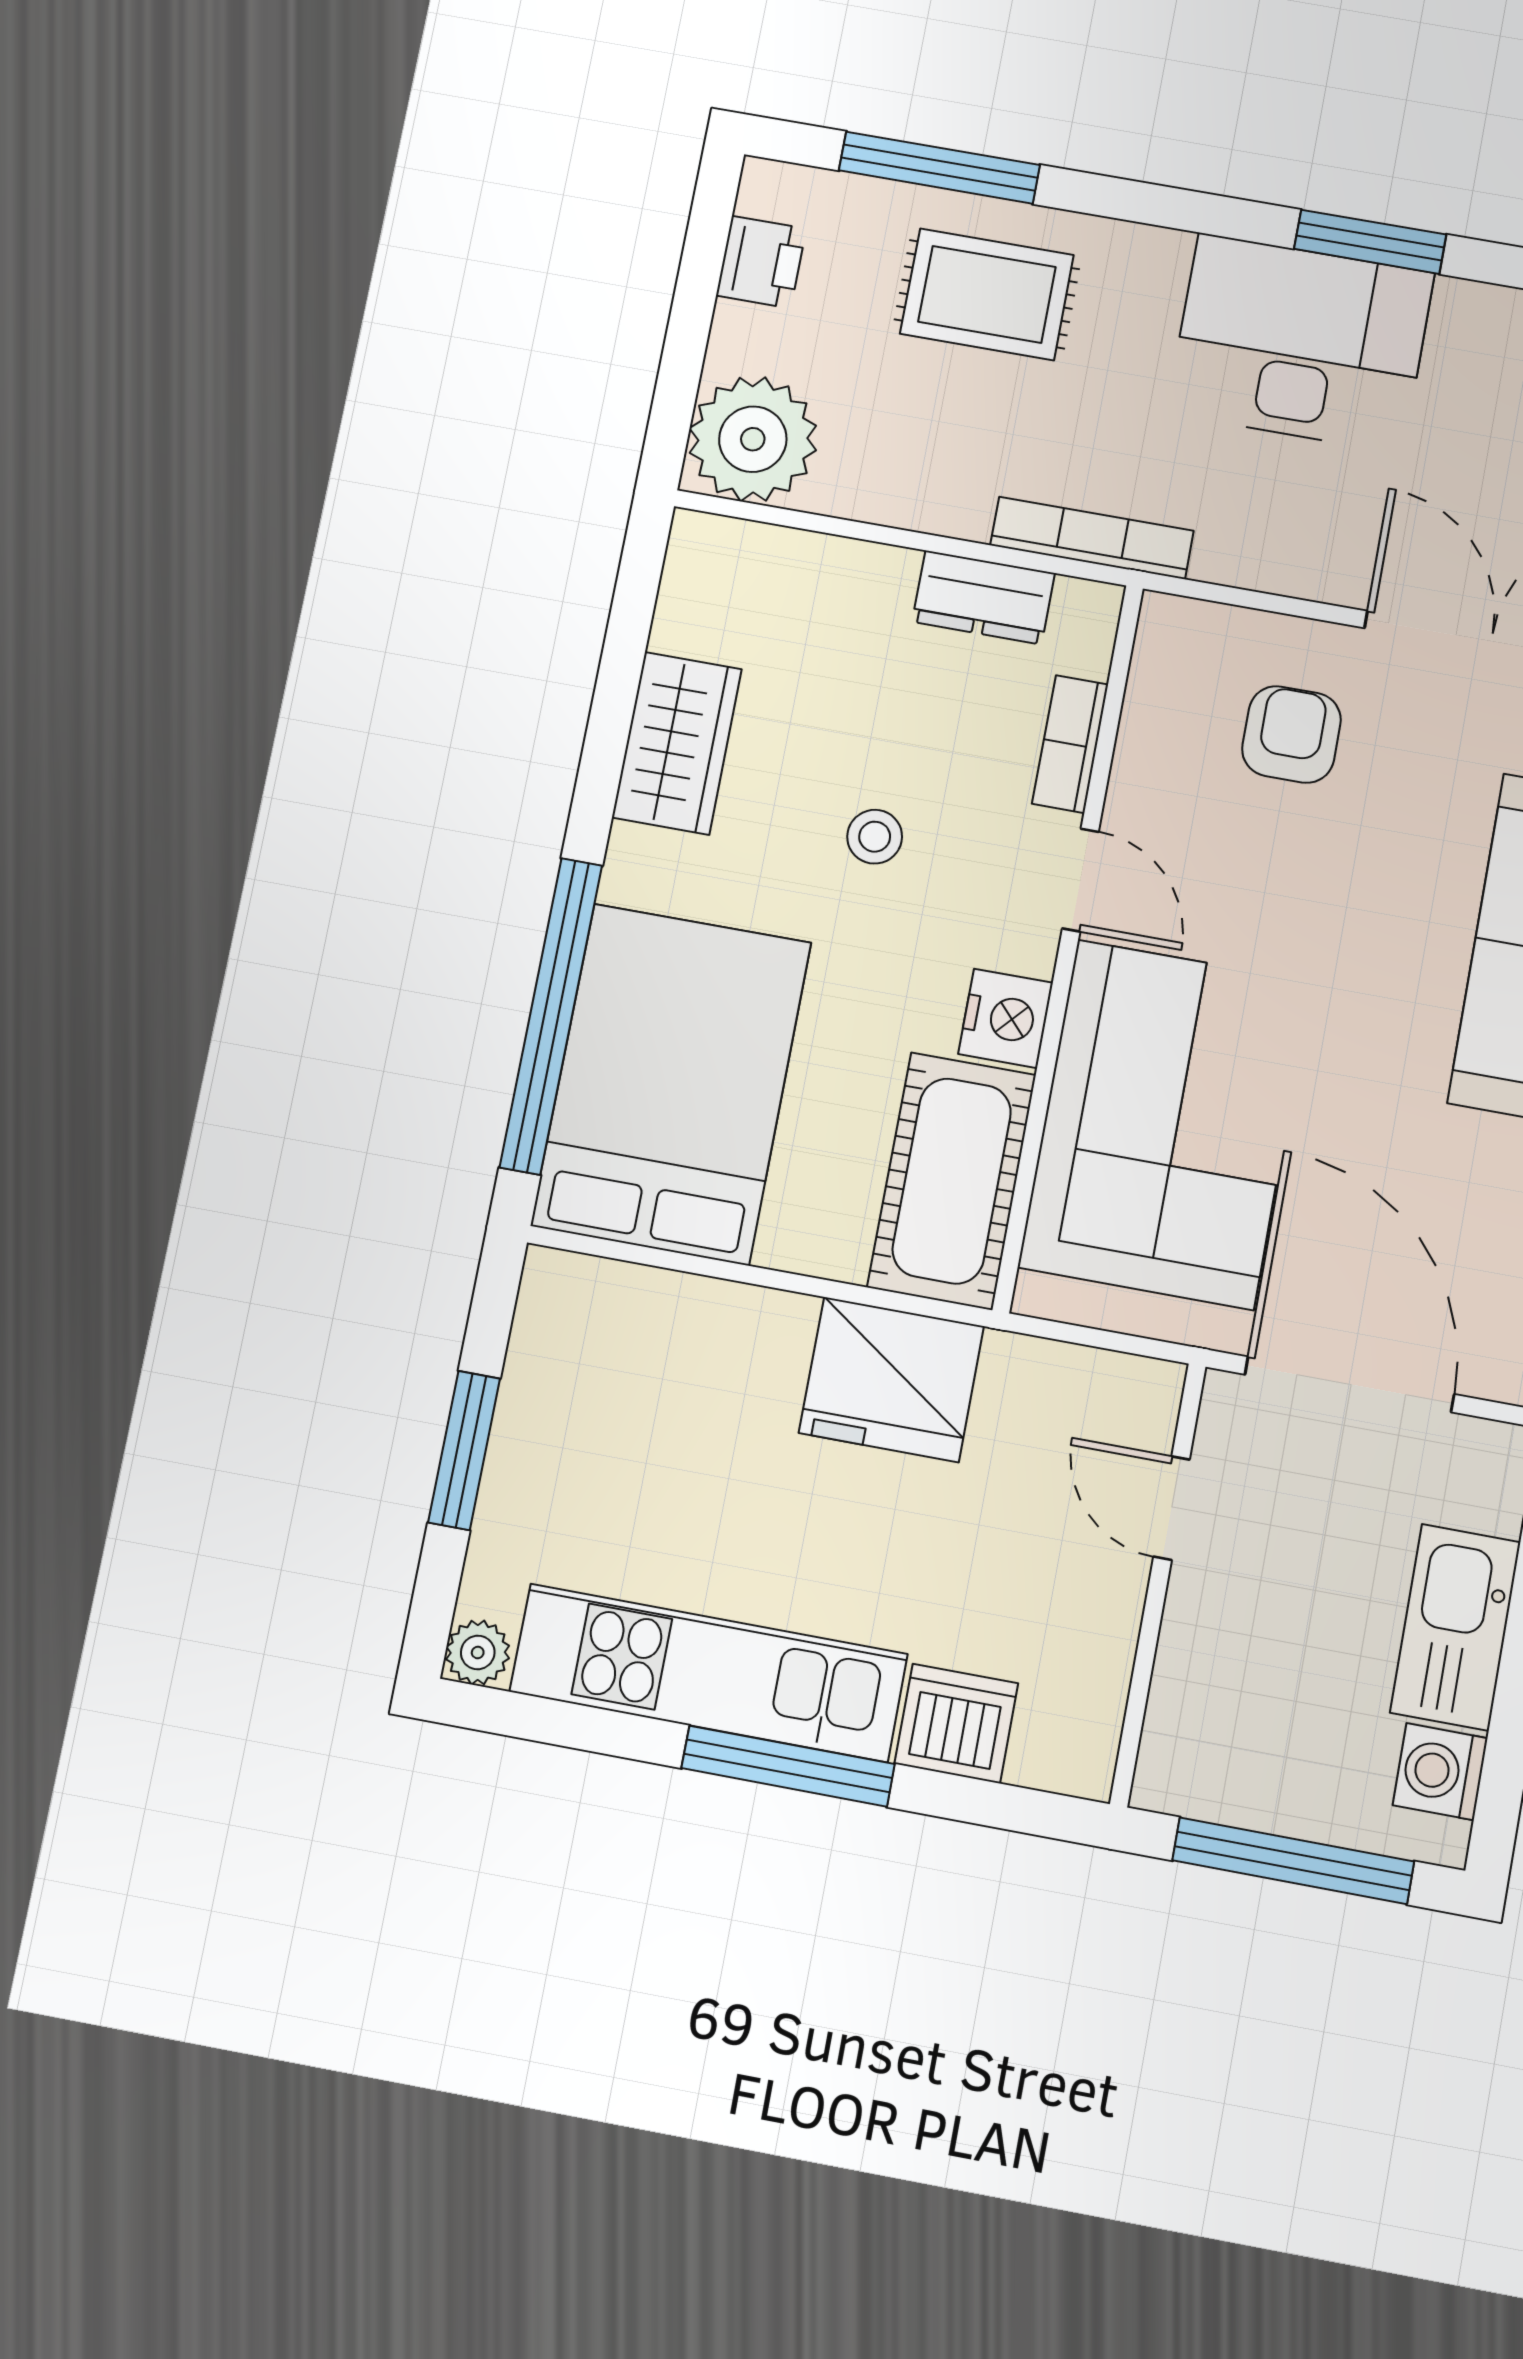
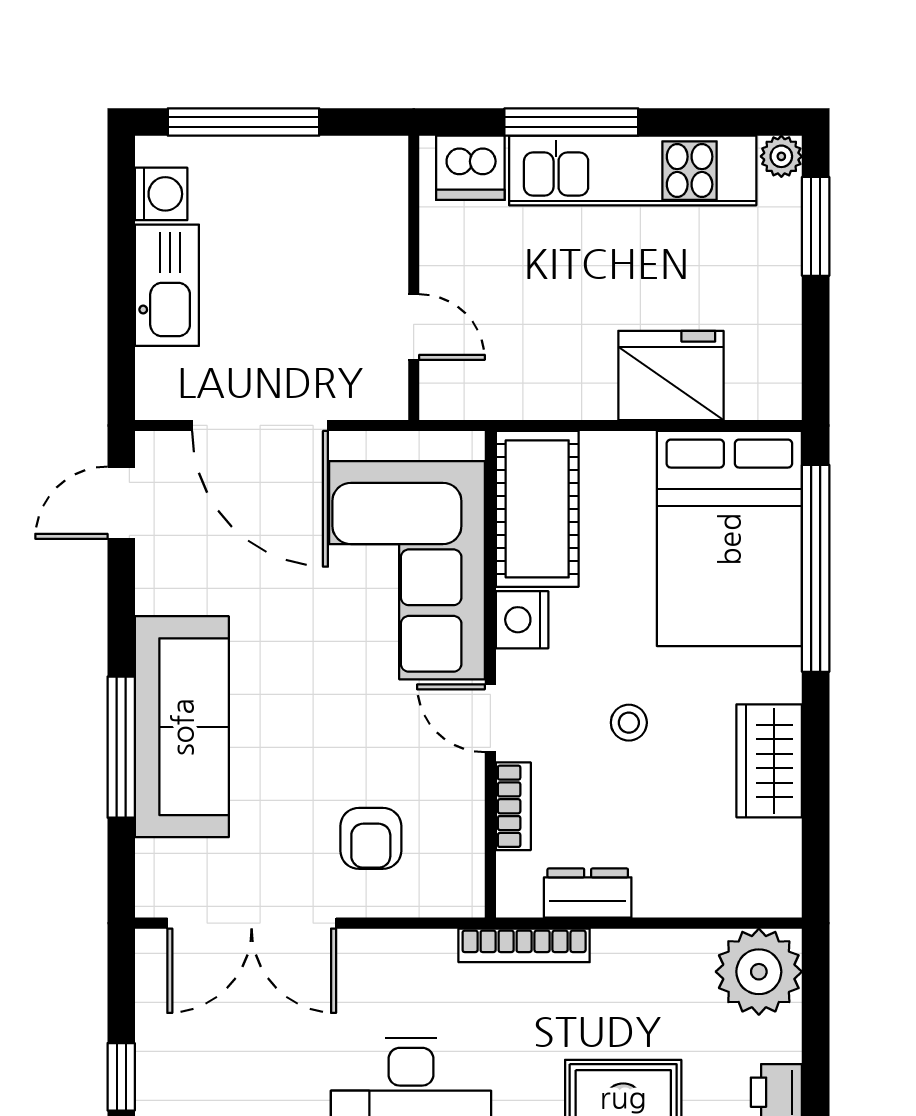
fridge: (891, 1380) -> (671, 375), moved
window: (464, 1450) -> (816, 226), moved
door: (1172, 1508) -> (414, 327), moved
wall: (1158, 1584) -> (414, 278), moved

